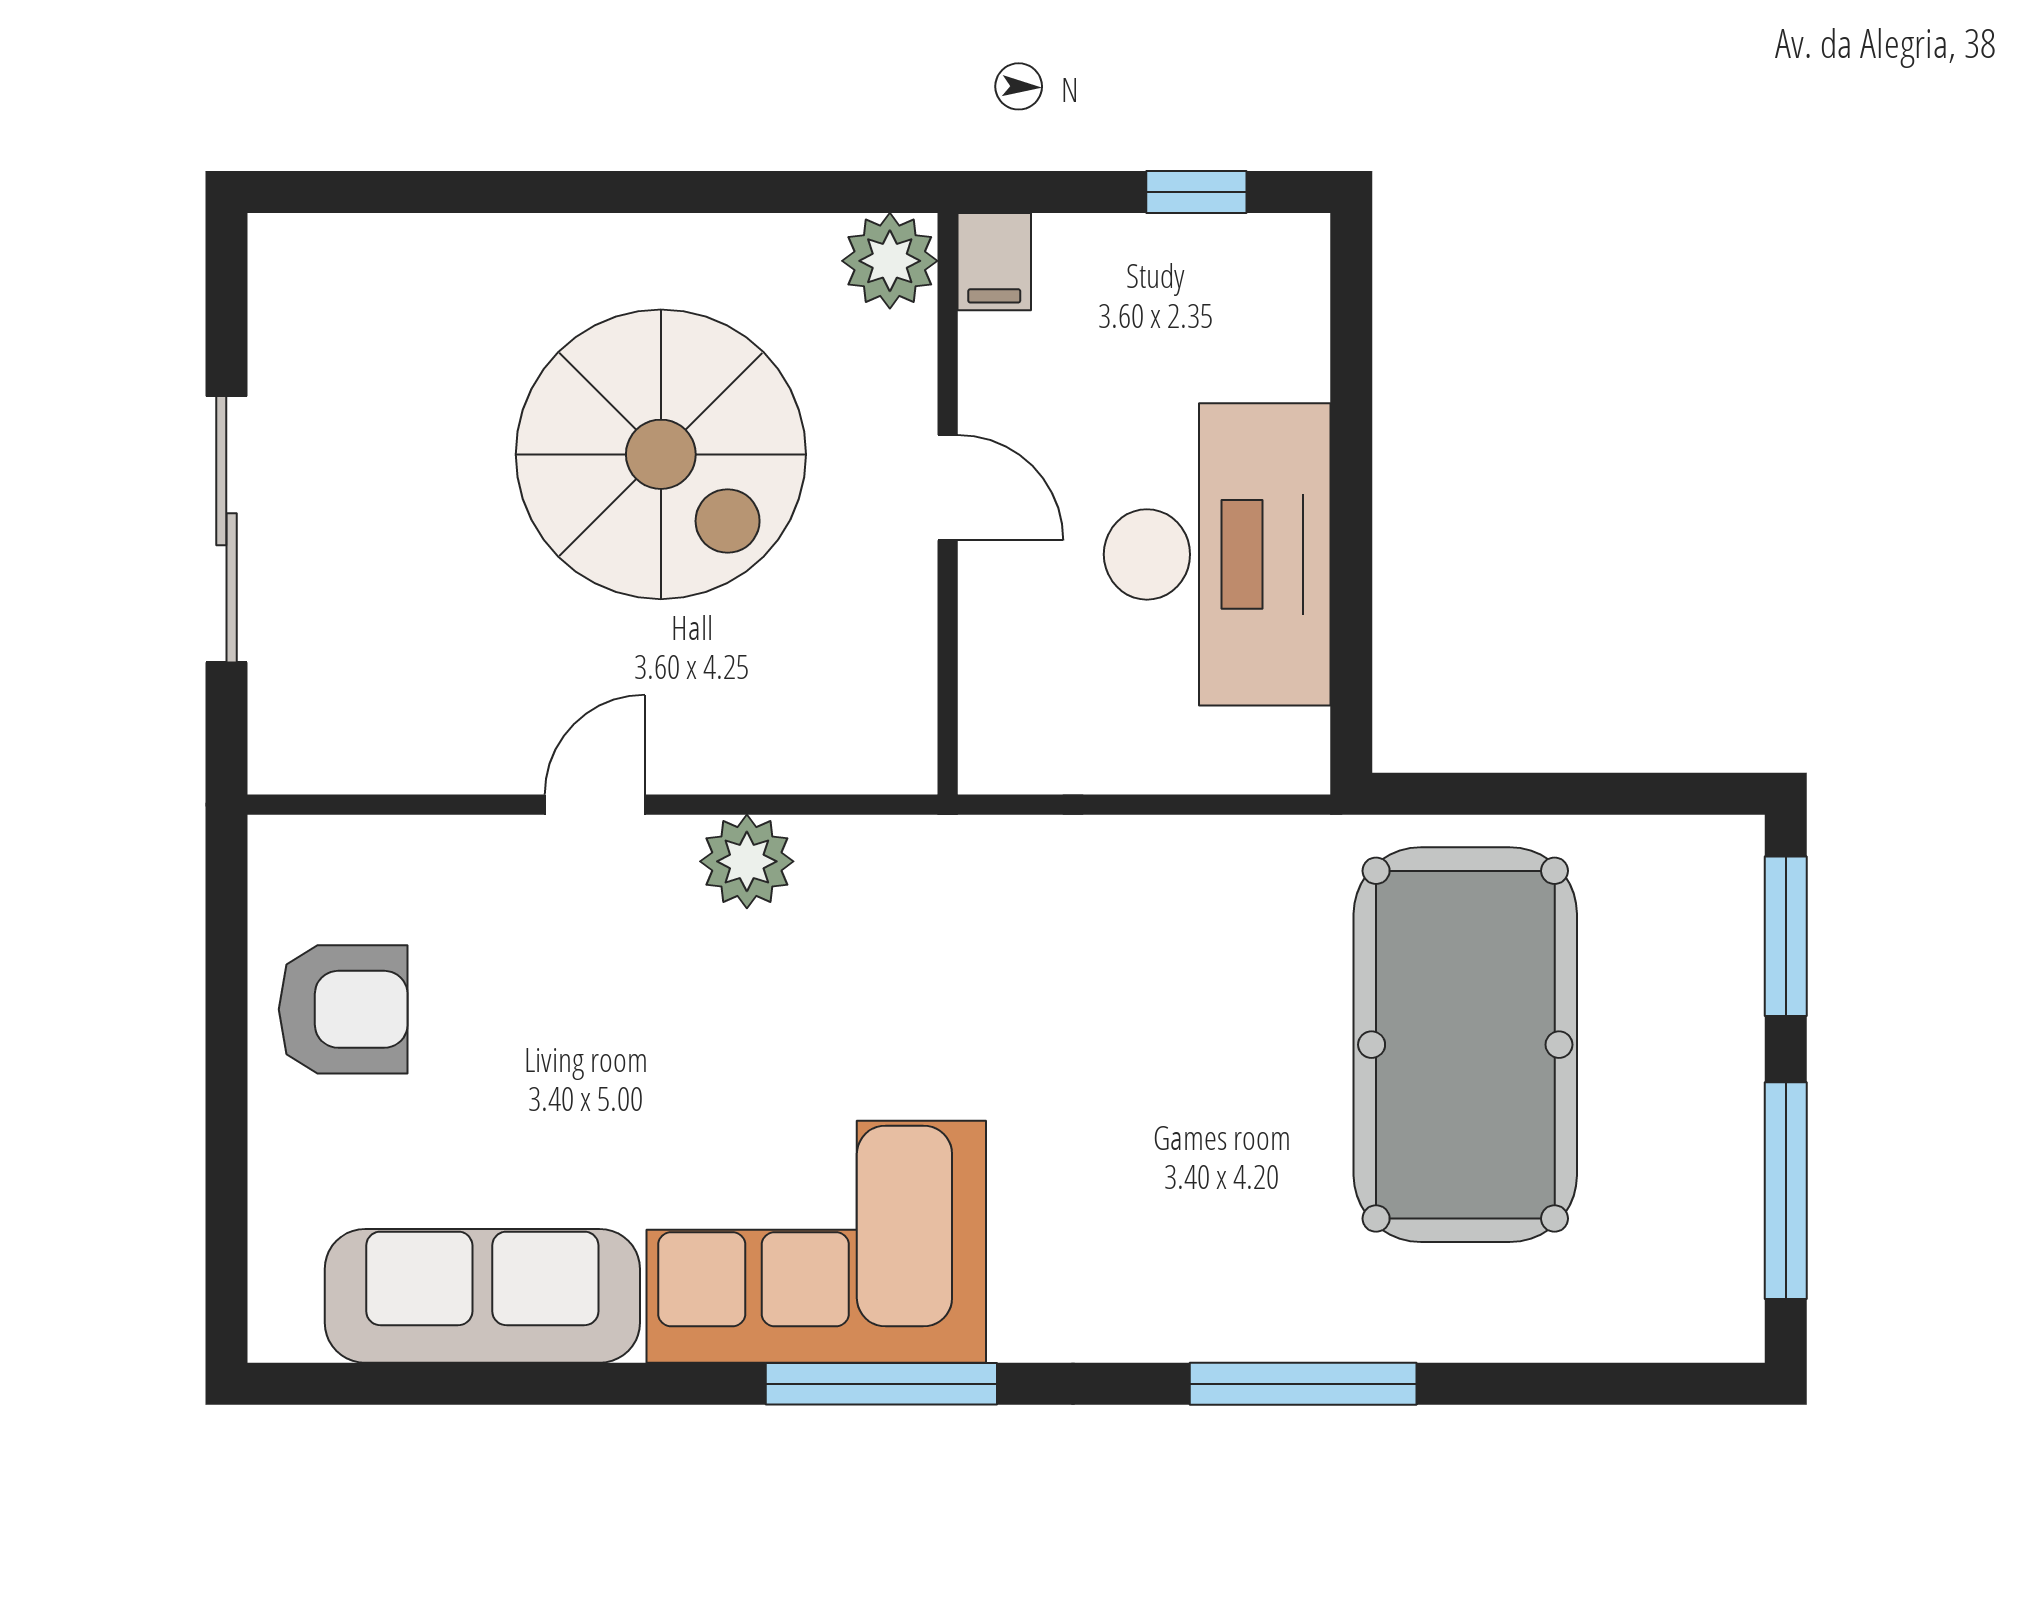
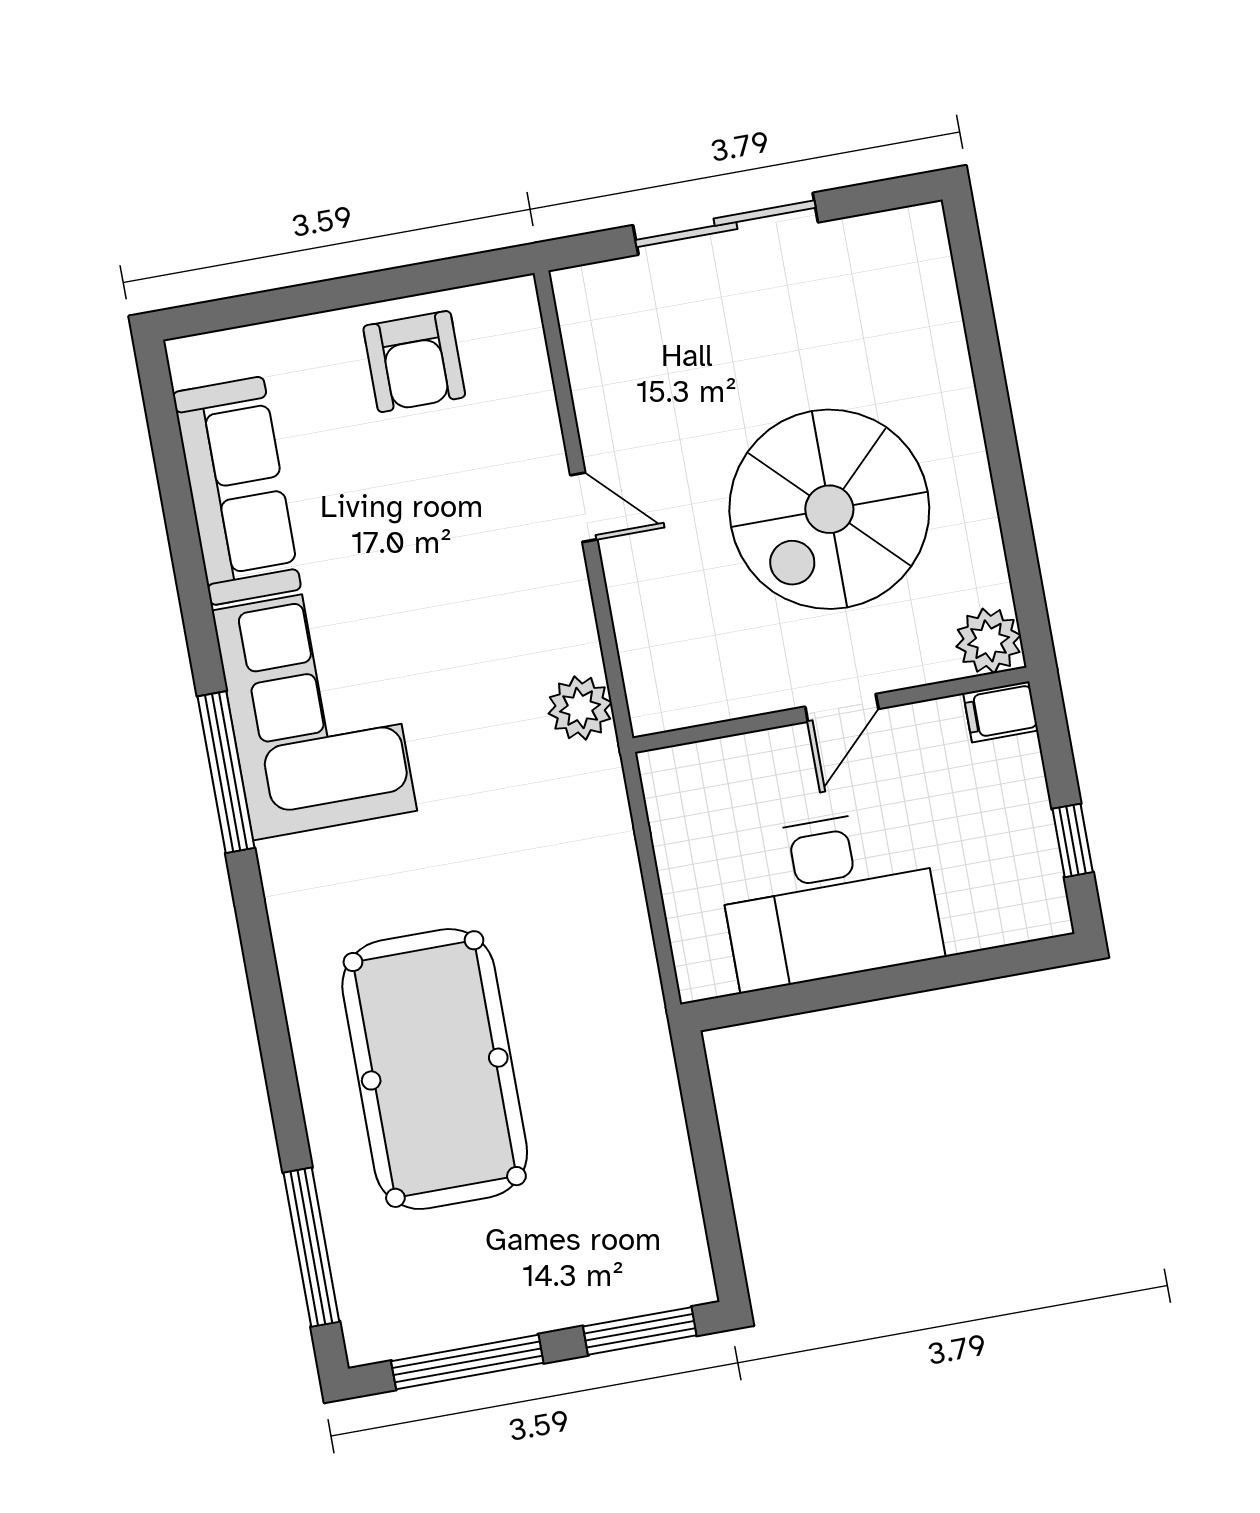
plant: (747, 861) -> (580, 708), moved
pool table: (1465, 1045) -> (435, 1069), moved, turned 90
window: (1303, 1384) -> (311, 1247), moved

